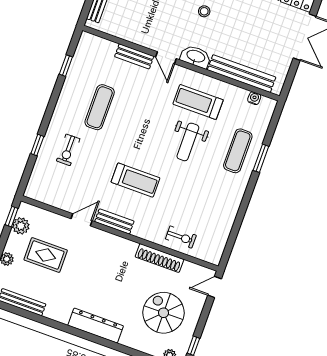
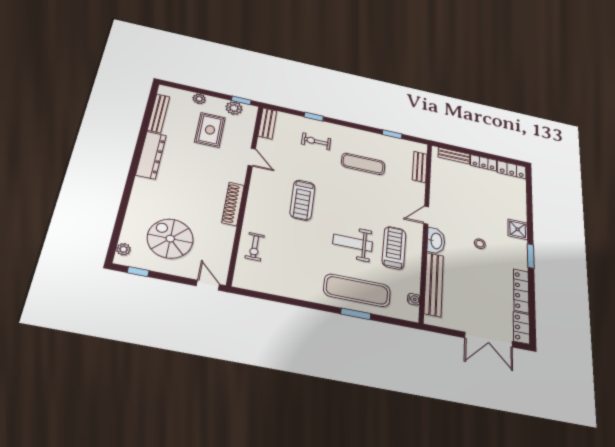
bench: (134, 56) -> (420, 167), moved
exercise mat: (238, 151) -> (357, 290), width x1.36, depth x1.45
bench: (114, 221) -> (267, 123), moved
shoe rack: (159, 258) -> (233, 204), moved
spiral stairs: (163, 313) -> (170, 239), turned -90
dresser: (96, 326) -> (151, 155), moved

